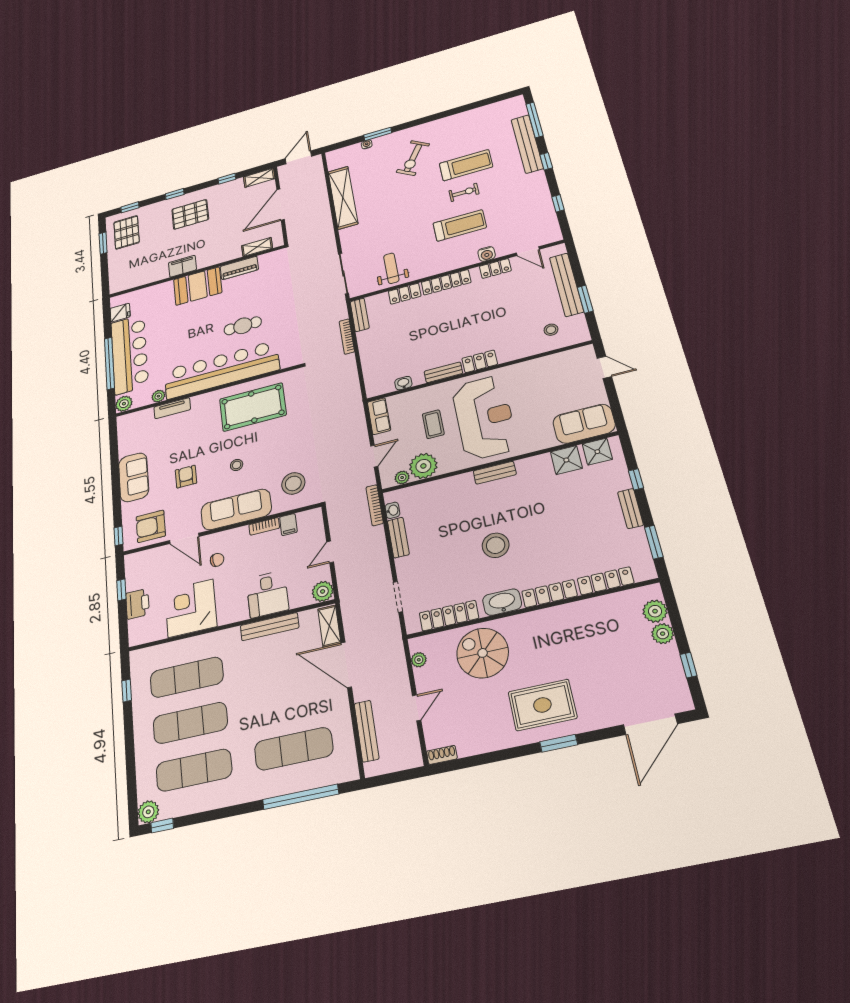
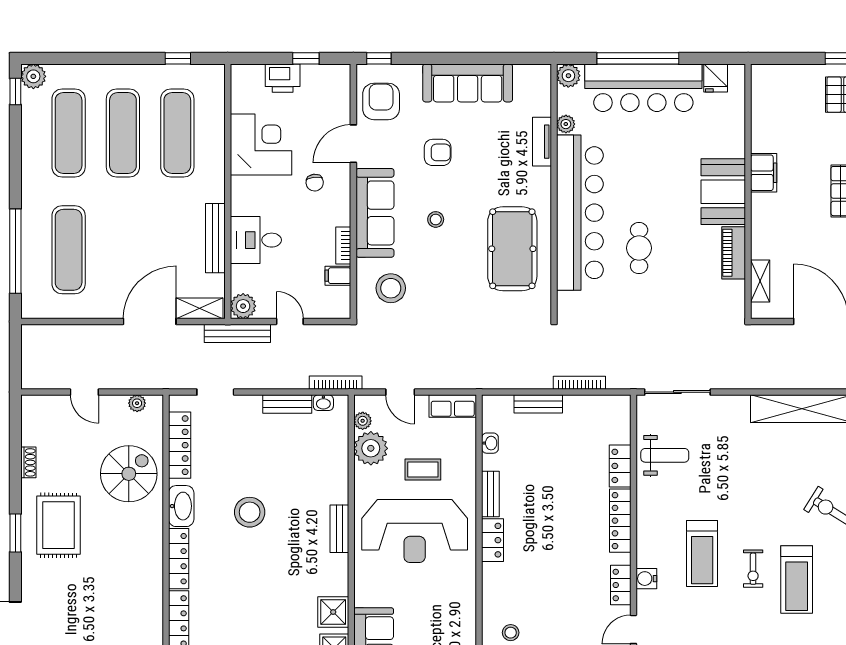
bench: (360, 315) -> (538, 404), moved
sofa: (134, 477) -> (468, 83), width x1.36
bench: (367, 731) -> (237, 333), moved
shoe rack: (442, 755) -> (28, 462), moved

